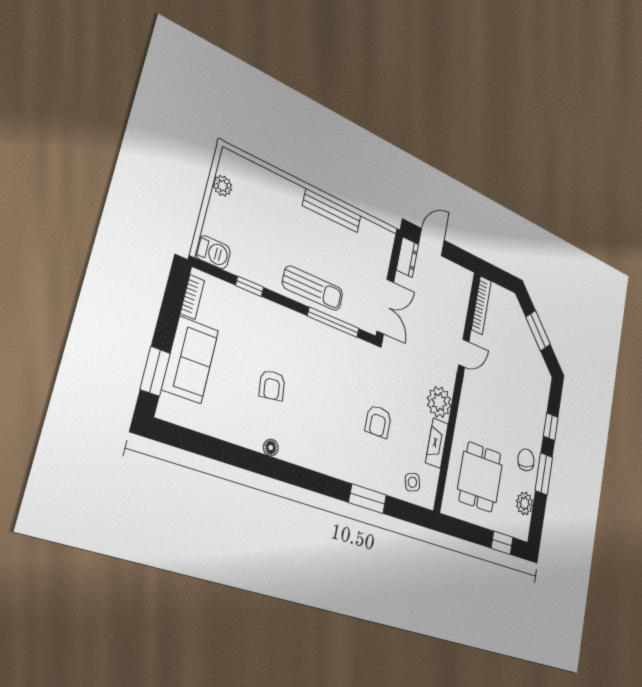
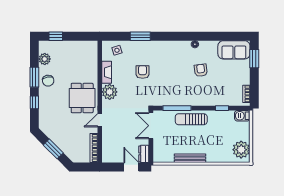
plant: (223, 186) -> (241, 150), width x1.88, depth x1.88
door: (431, 242) -> (131, 167), swing flipped
sofa: (190, 360) -> (234, 50), moved, turned -90
dining table: (480, 477) -> (82, 98), moved

